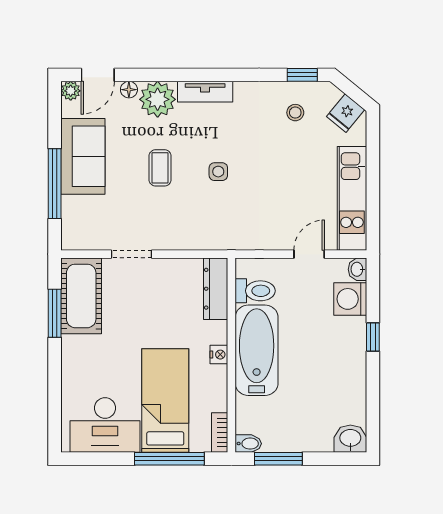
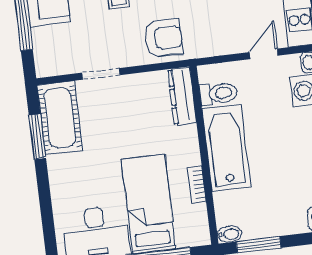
armchair: (203, 224) -> (163, 38), added
nightstand: (219, 355) -> (192, 156), removed
bookcase: (220, 433) -> (197, 184), moved

